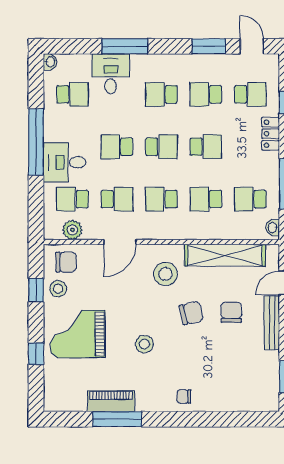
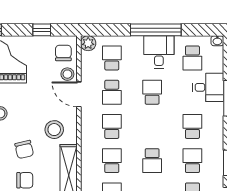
school desk: (161, 147) -> (152, 126), removed
desk: (65, 162) -> (159, 52), moved
plant: (72, 230) -> (88, 43), moved
chair: (66, 262) -> (63, 53), turned 180
stool: (58, 289) -> (67, 74), moved

